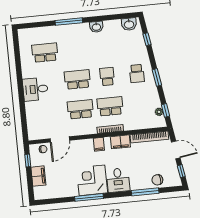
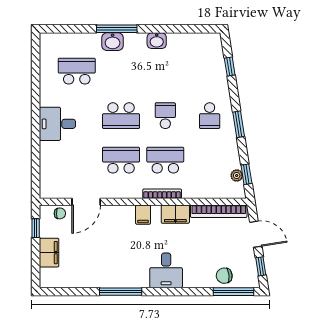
washbasin: (129, 24) -> (113, 42), moved
school desk: (77, 79) -> (121, 116), turned 180
corner desk: (92, 180) -> (128, 267), removed
window: (145, 192) -> (234, 292), moved

